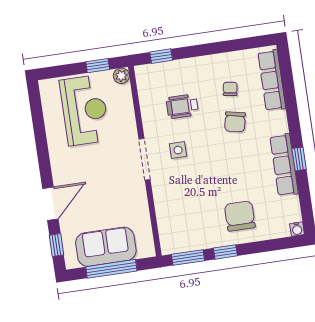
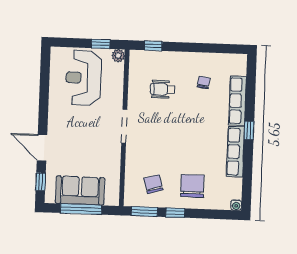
row of seats: (272, 80) -> (238, 101), moved
reception desk: (85, 110) -> (83, 78), turned 180
chair: (235, 122) -> (153, 184), moved, turned 152
side table: (178, 150) -> (153, 124), removed
window: (299, 159) -> (249, 130), moved
door: (50, 204) -> (42, 148), swing flipped

